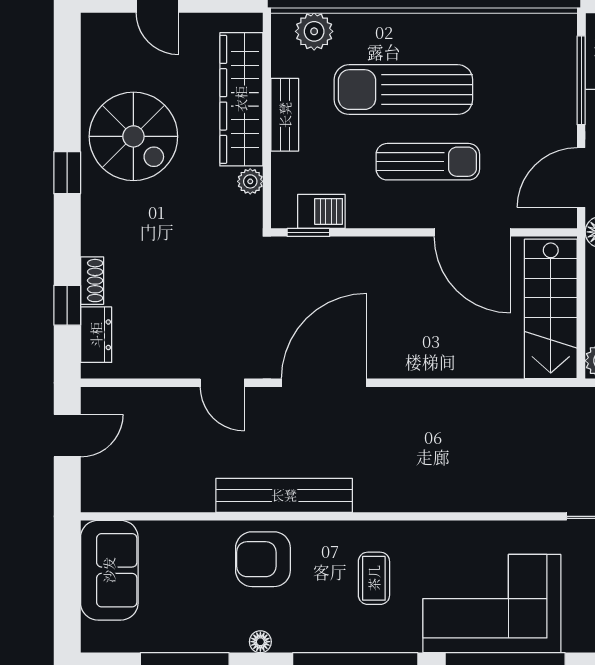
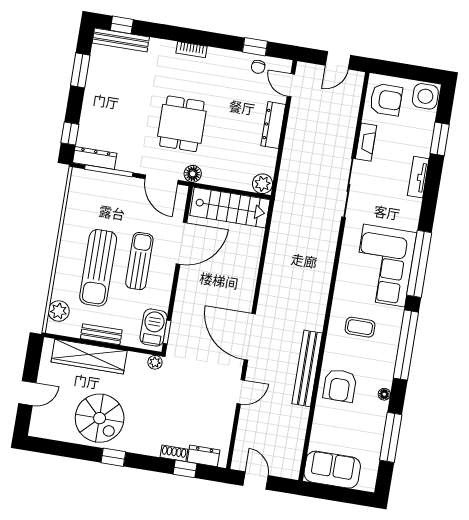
spiral stairs: (133, 136) -> (100, 418), turned 90
plant: (250, 181) -> (155, 362), moved
barbecue: (321, 211) -> (154, 328), width x1.38, depth x1.27

